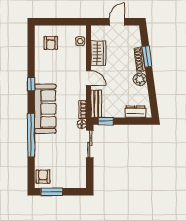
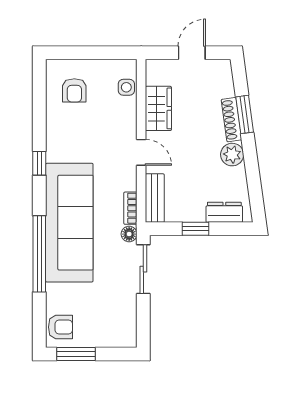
sofa: (45, 109) -> (69, 223), width x1.36, depth x1.27
window: (106, 121) -> (196, 229), moved
armchair: (43, 177) -> (60, 327), turned 90

